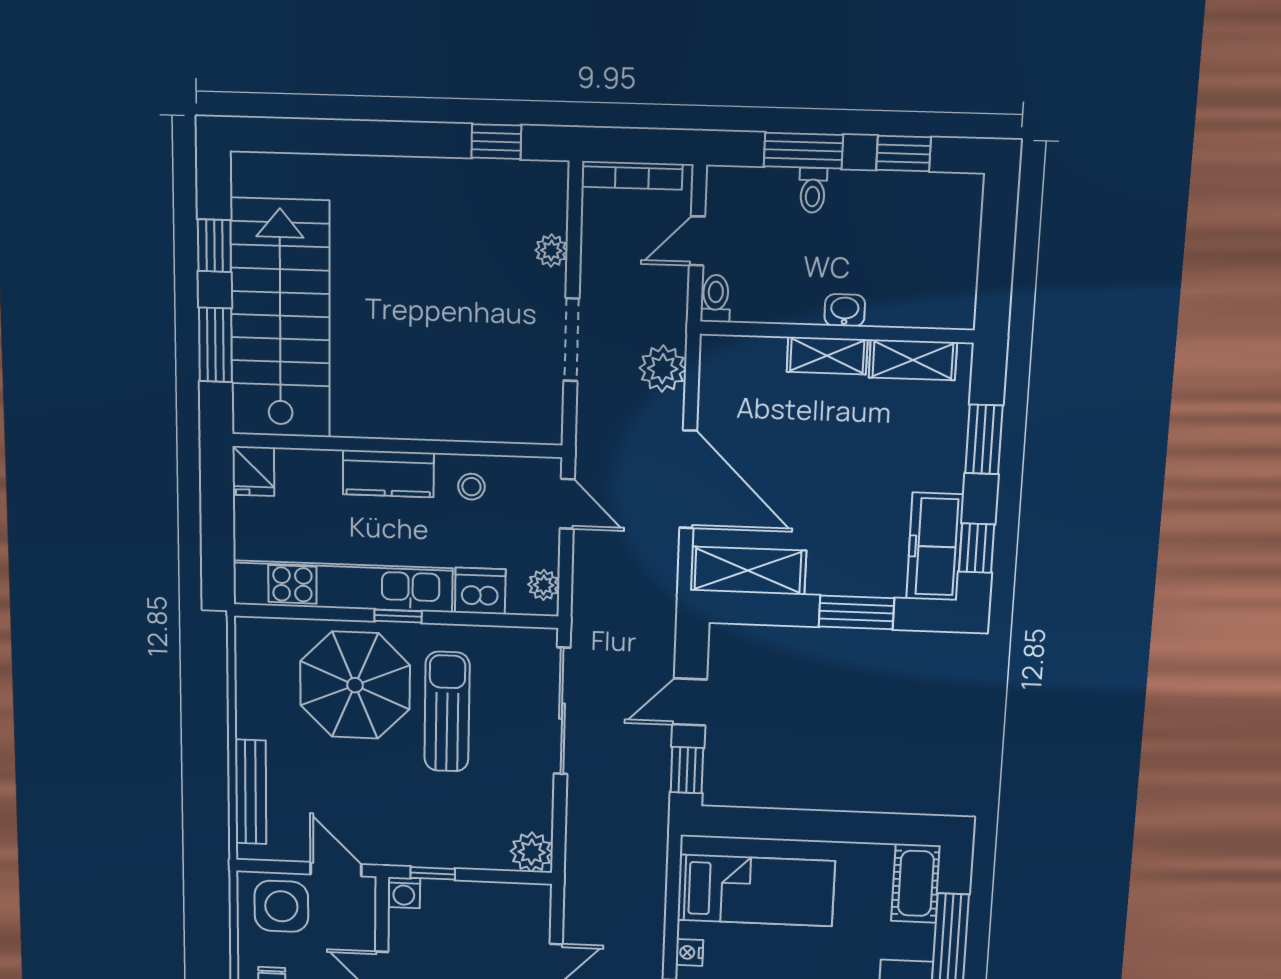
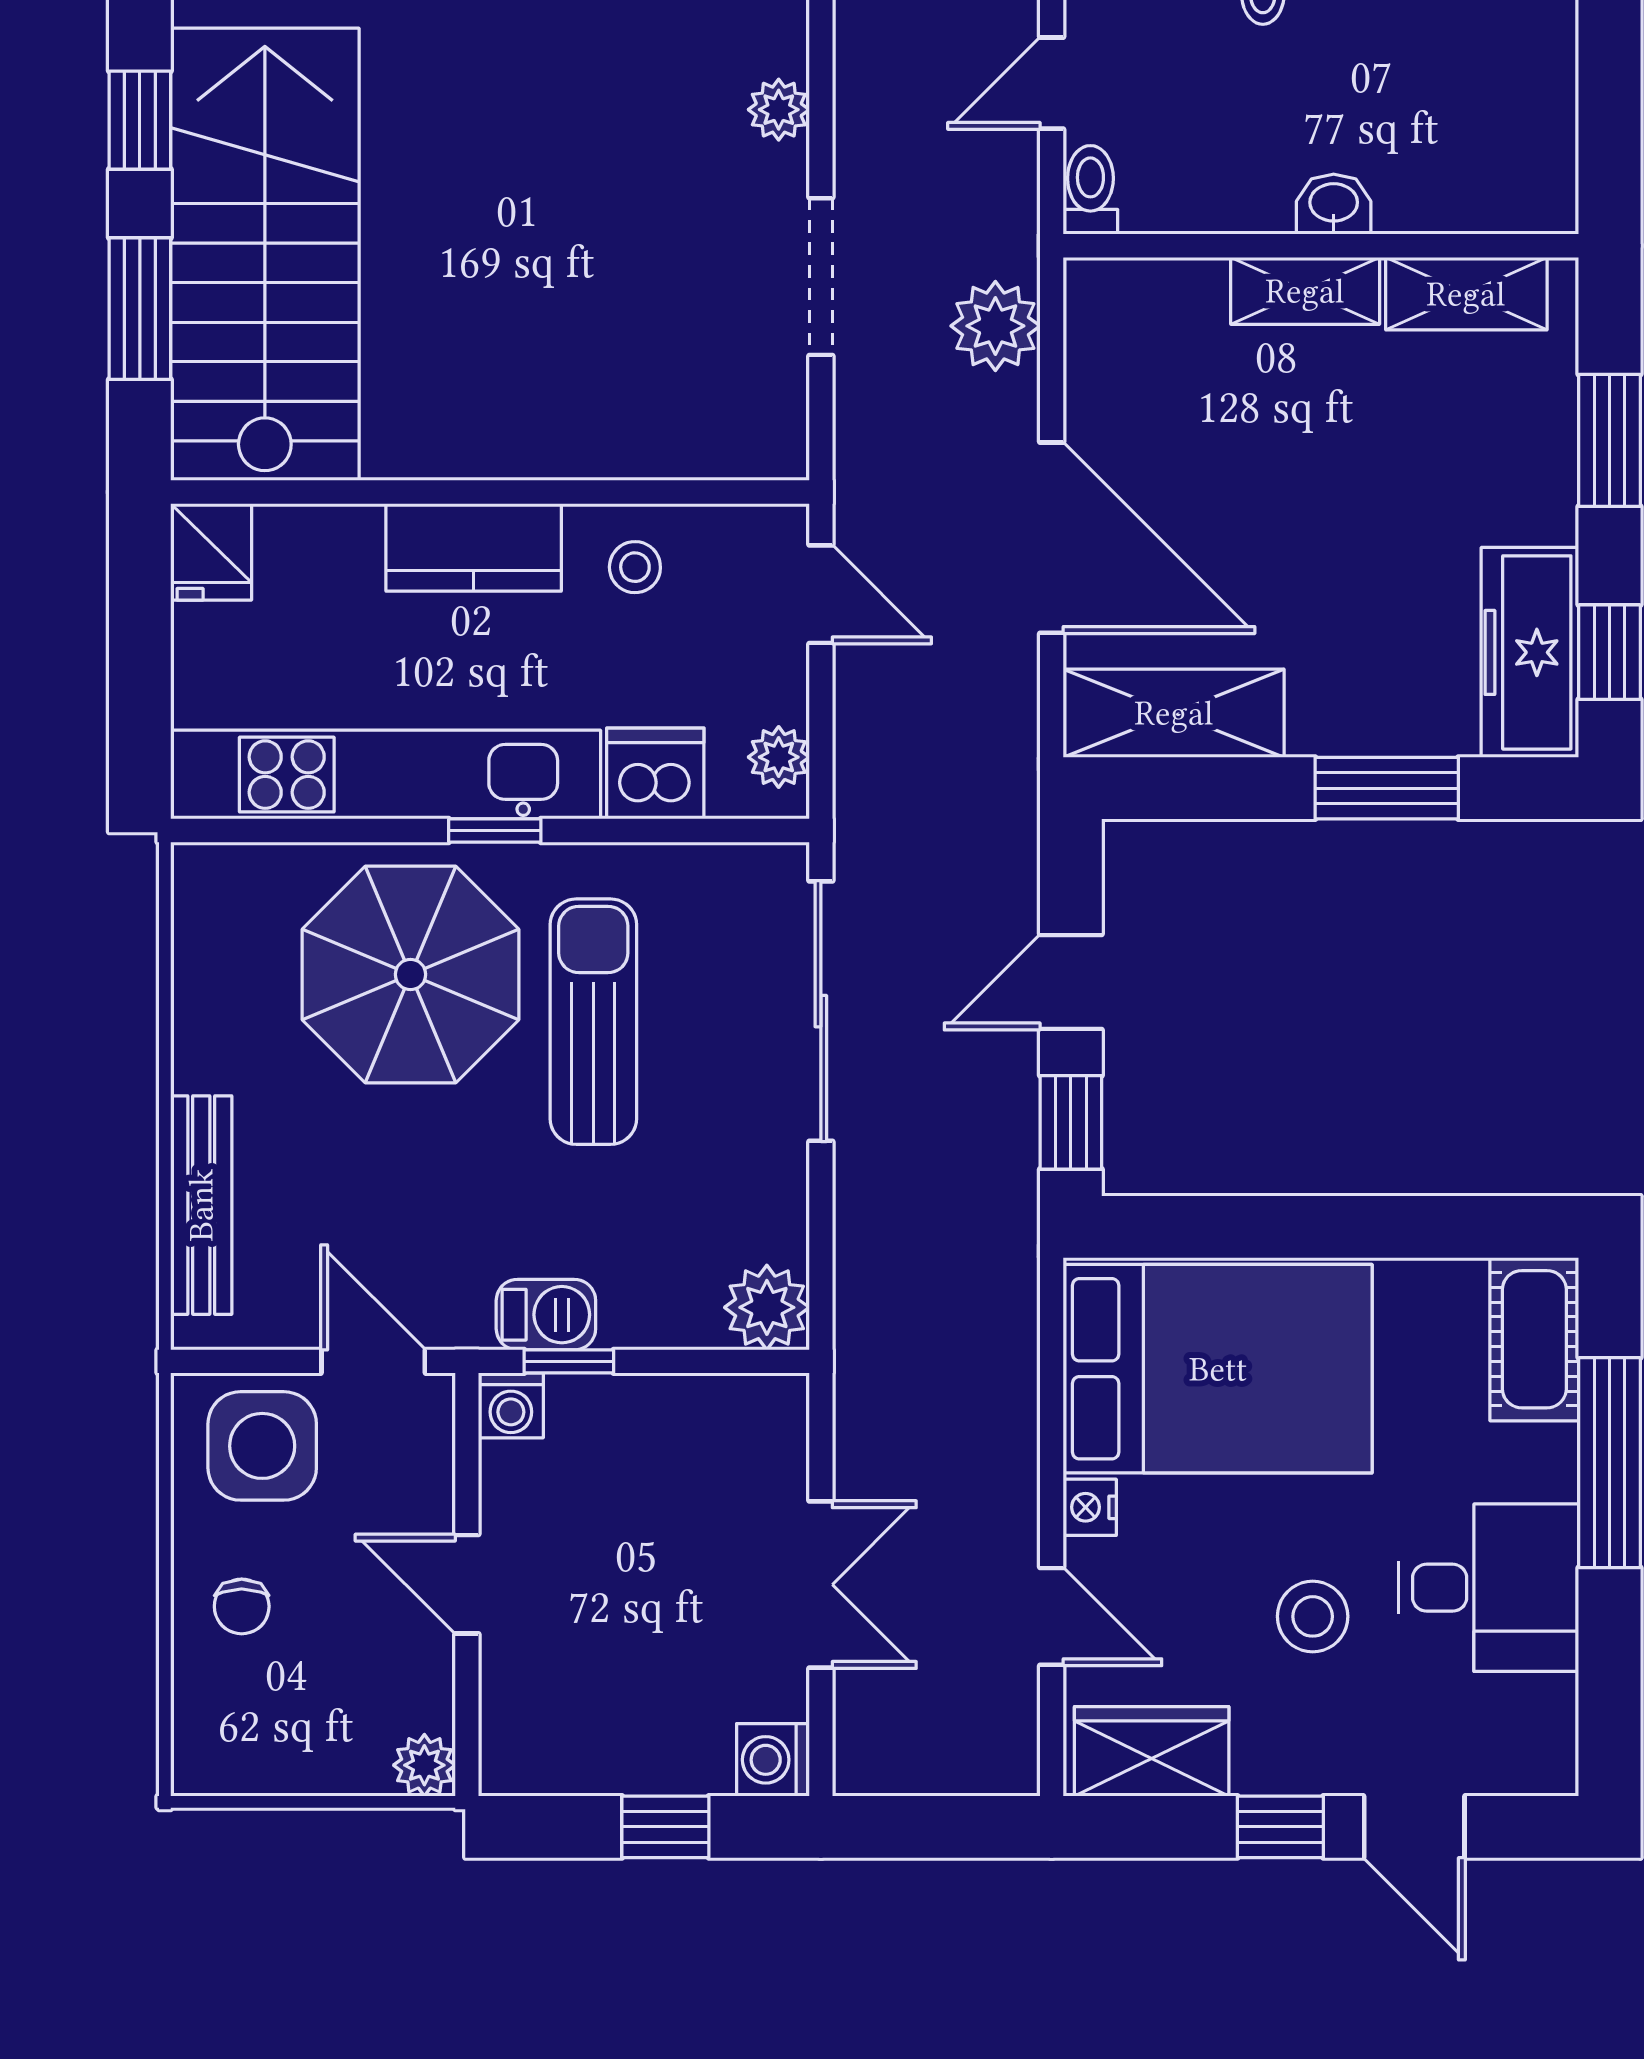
barbecue: (422, 851) -> (546, 1315), added
bed: (756, 891) -> (1218, 1369), width x1.50

